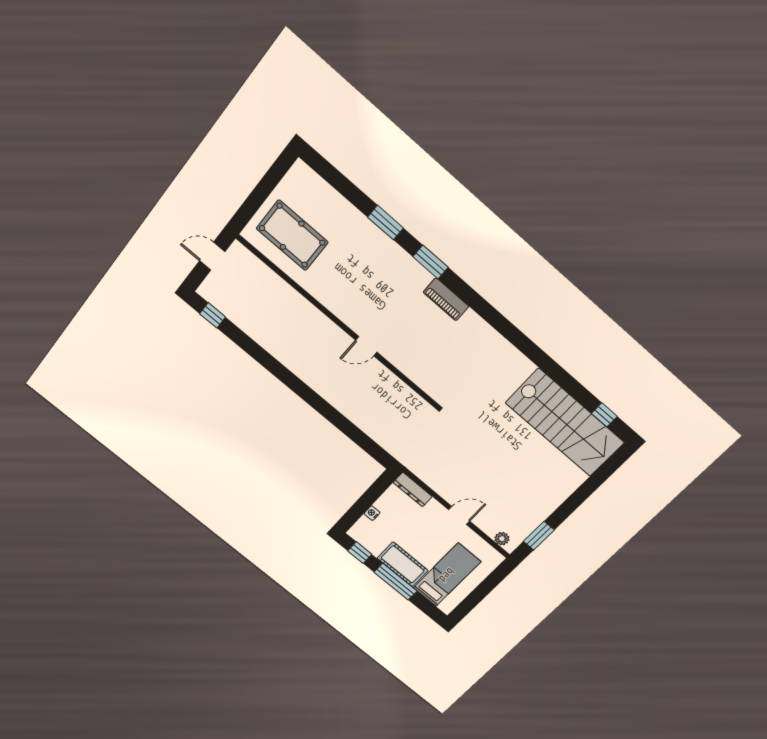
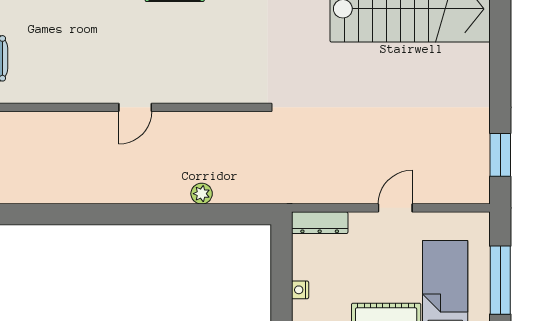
plant: (502, 539) -> (202, 194), moved
window: (479, 593) -> (500, 280), added

